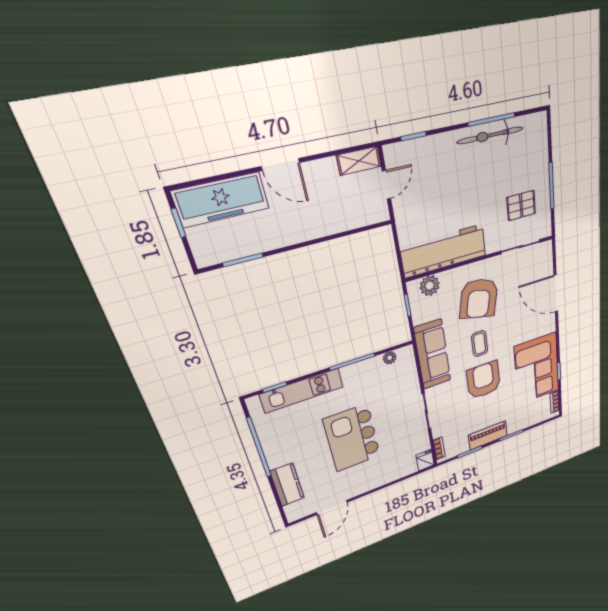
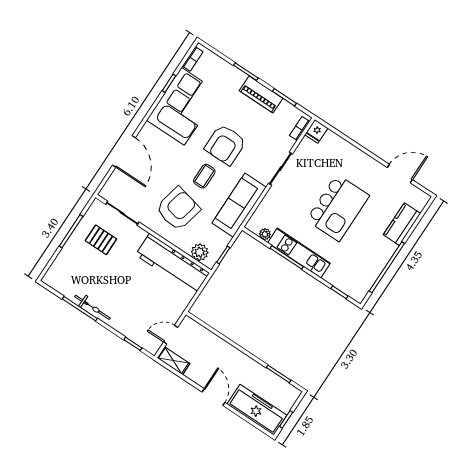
bicycle: (490, 135) -> (92, 307), width x0.73, depth x0.71
kitchen unit: (302, 391) -> (299, 253), moved

